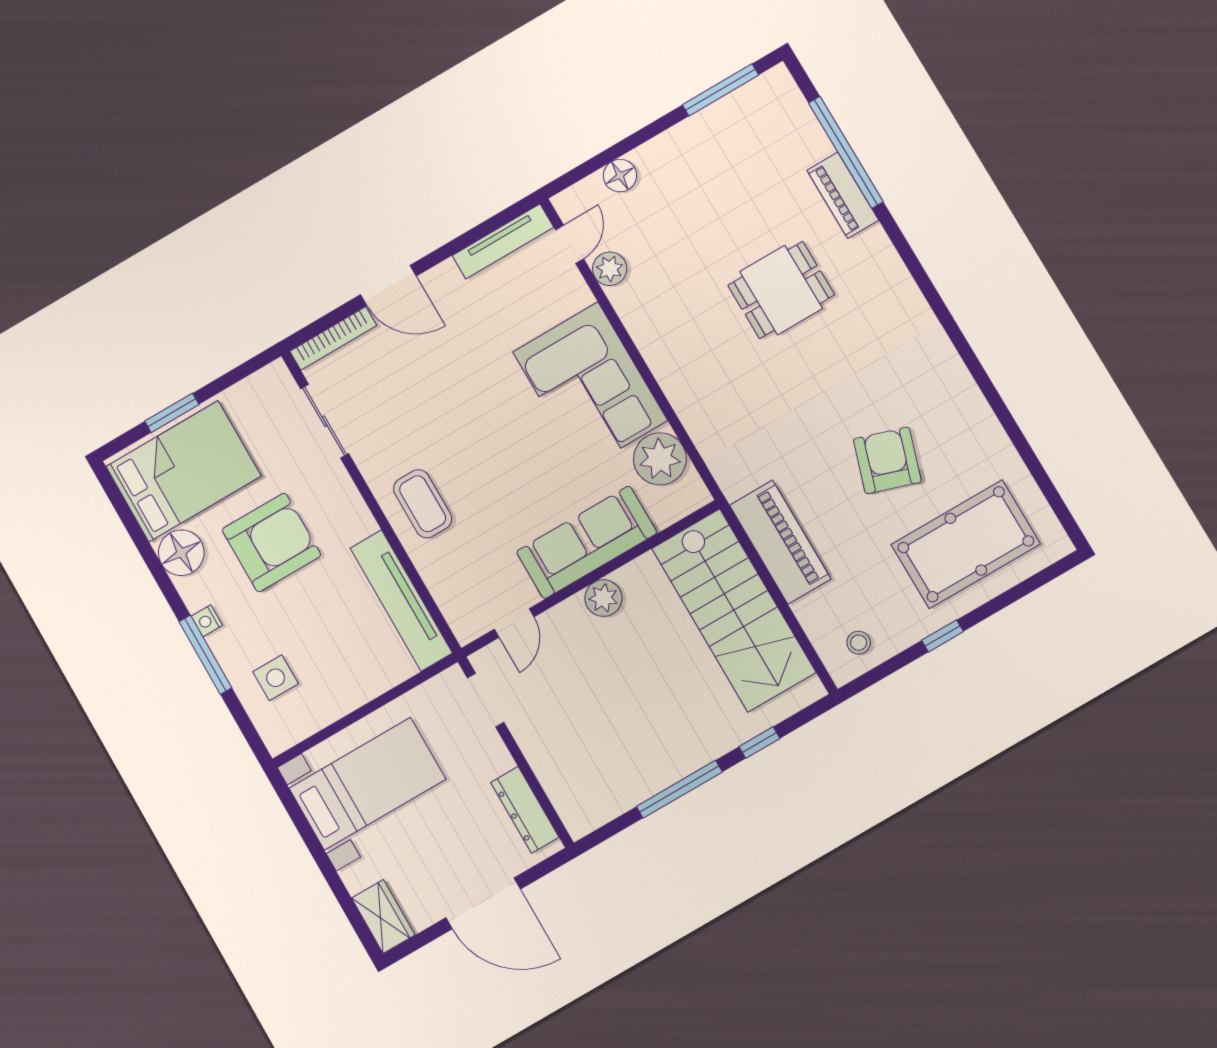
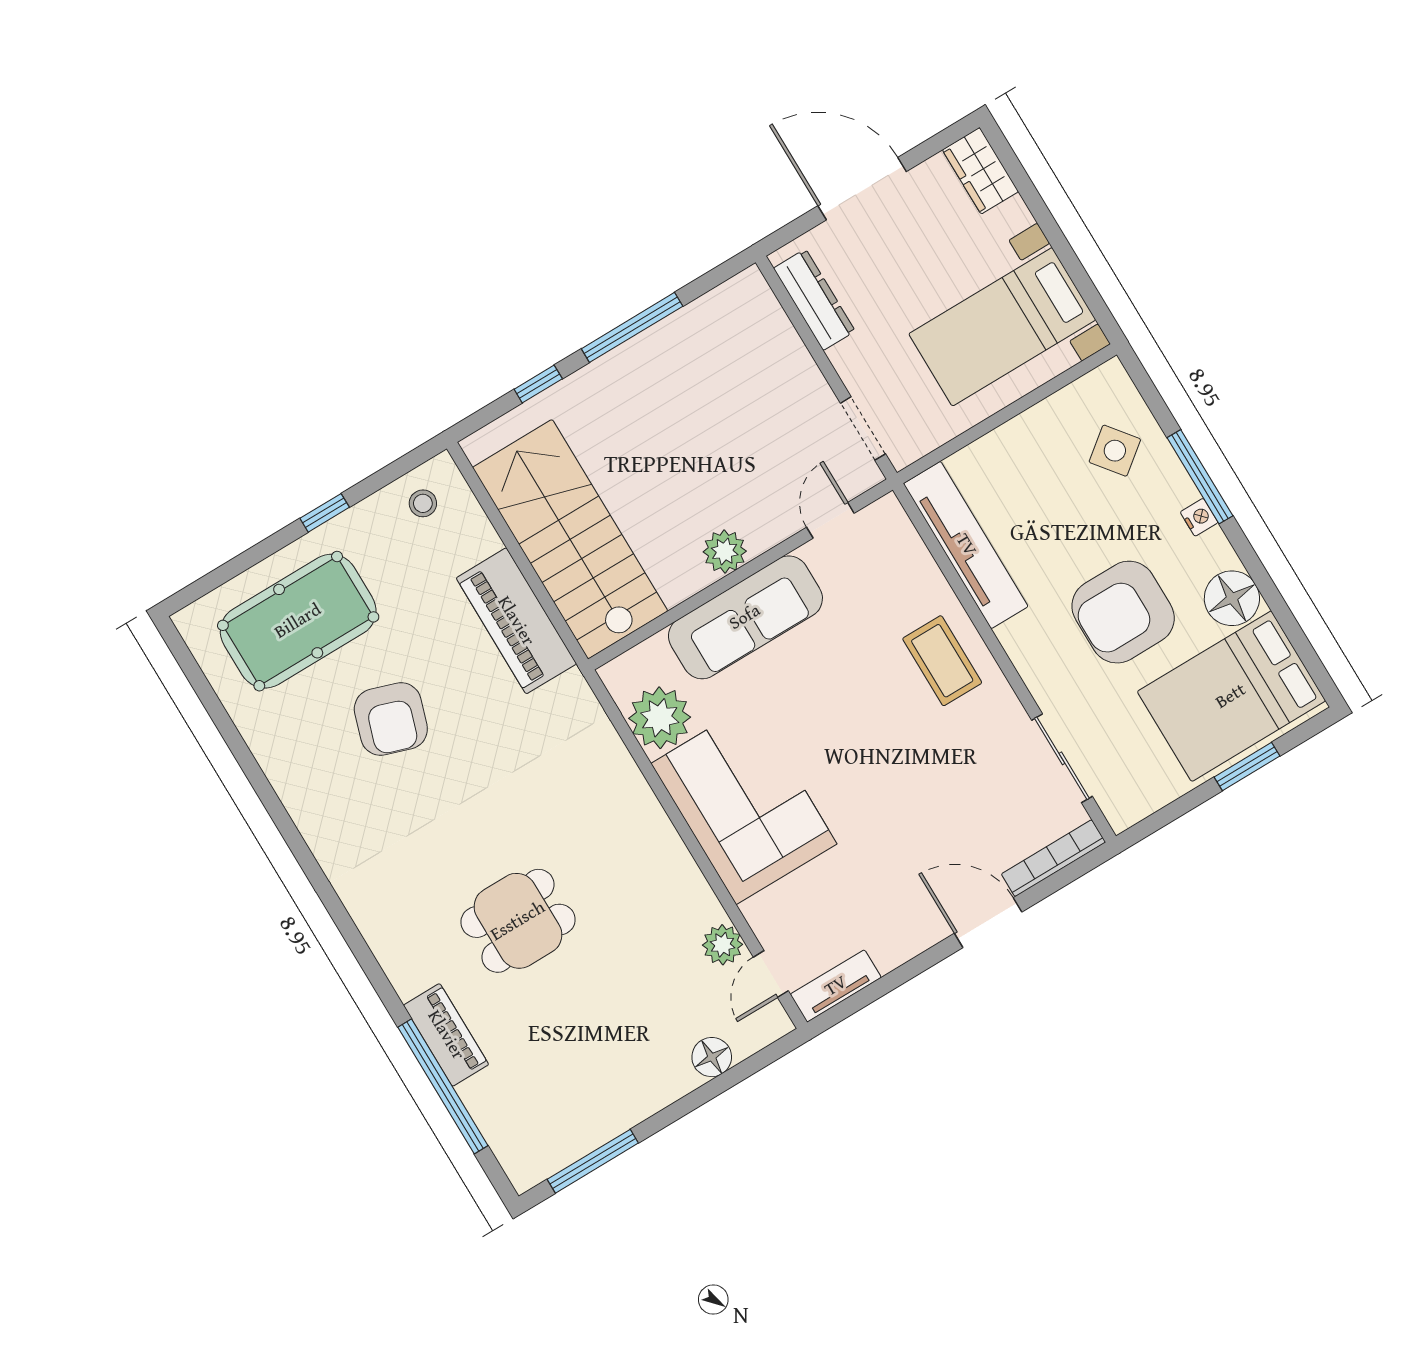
tv unit: (503, 241) -> (836, 986), width x0.71
side table: (276, 678) -> (1115, 451), turned -38

